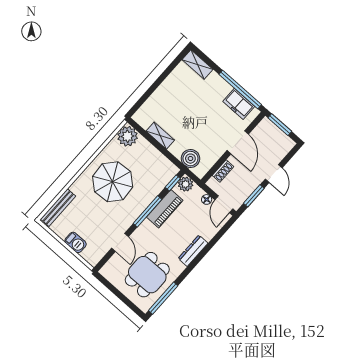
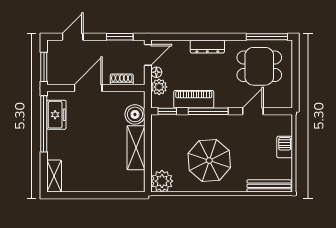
shelving: (160, 136) -> (136, 148), width x1.50, depth x1.33
door: (274, 173) -> (73, 37), moved
plant: (186, 184) -> (159, 87), moved

